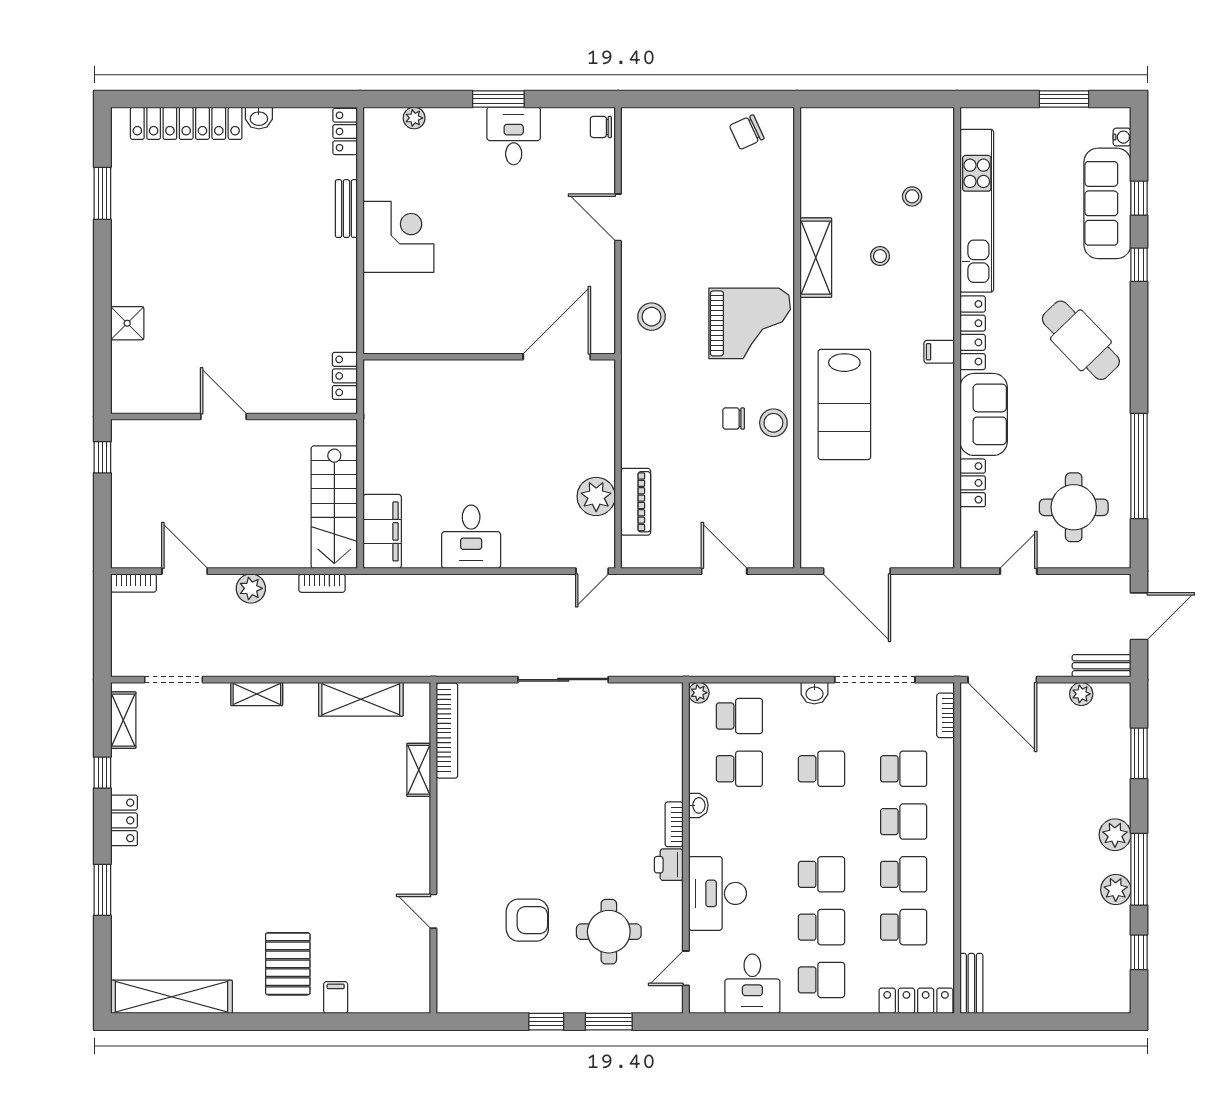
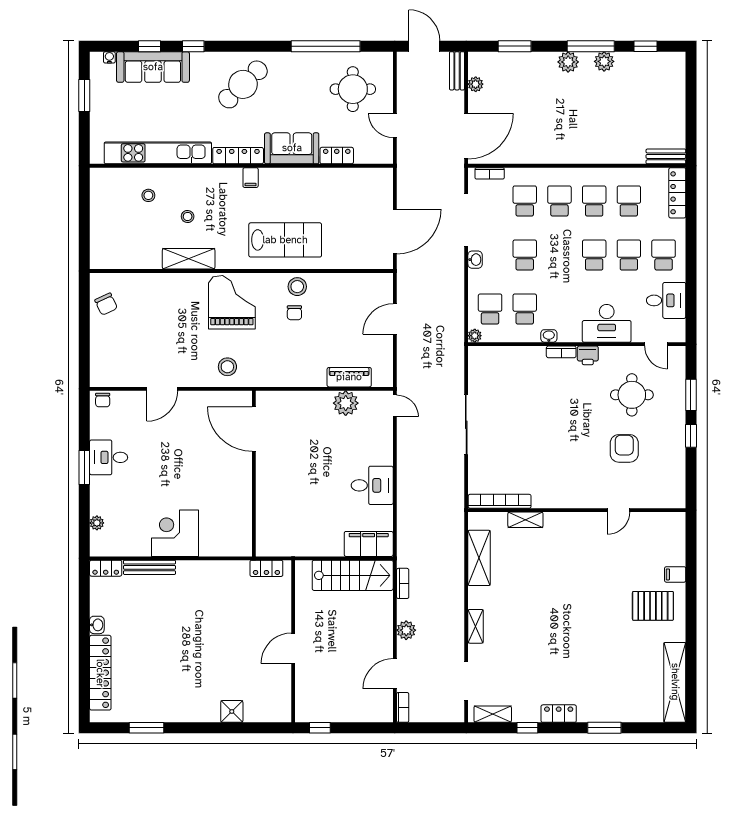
bench: (346, 209) -> (149, 567), width x1.36

